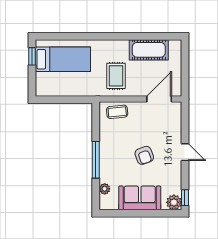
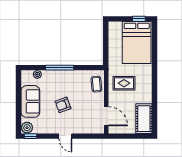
cot: (149, 50) -> (144, 119), moved
bed: (63, 59) -> (137, 43), width x1.50
door: (185, 152) -> (65, 136), hinge flipped

